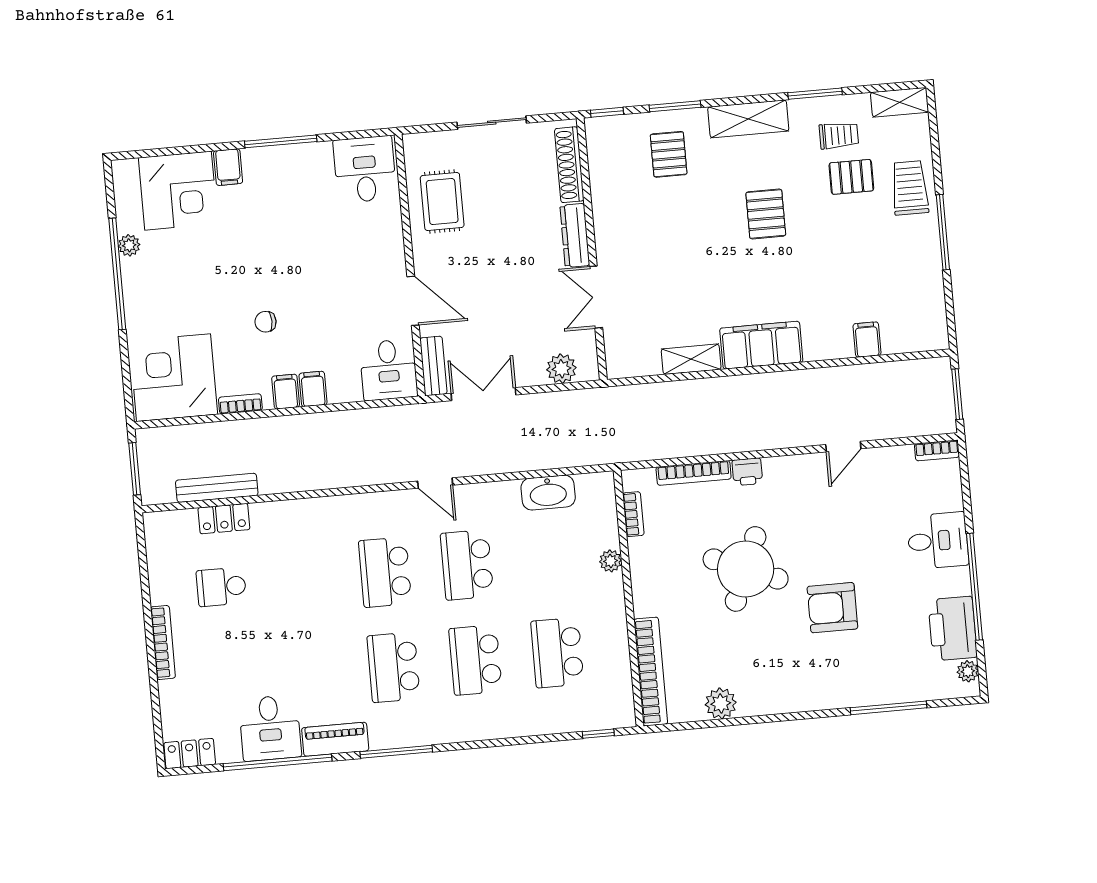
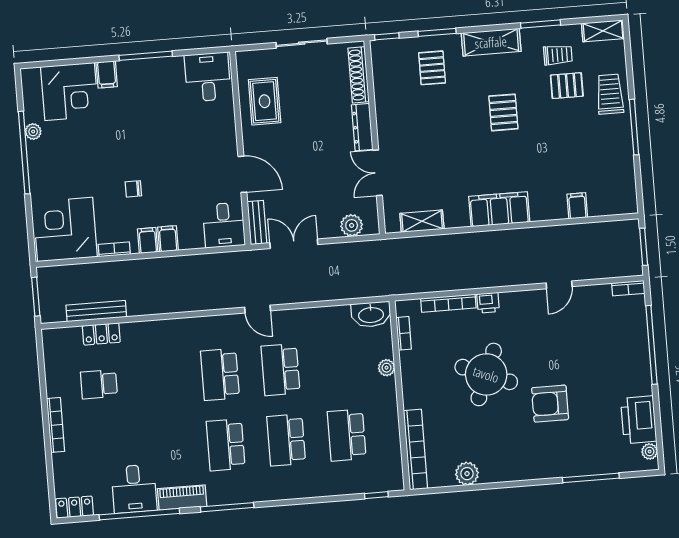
shelving: (691, 359) -> (422, 221), moved
washbasin: (548, 493) -> (371, 314), moved
desk: (938, 541) -> (628, 355), removed
window: (975, 587) -> (652, 345), moved

